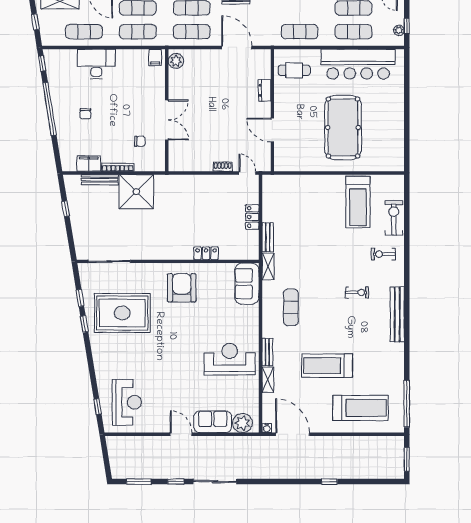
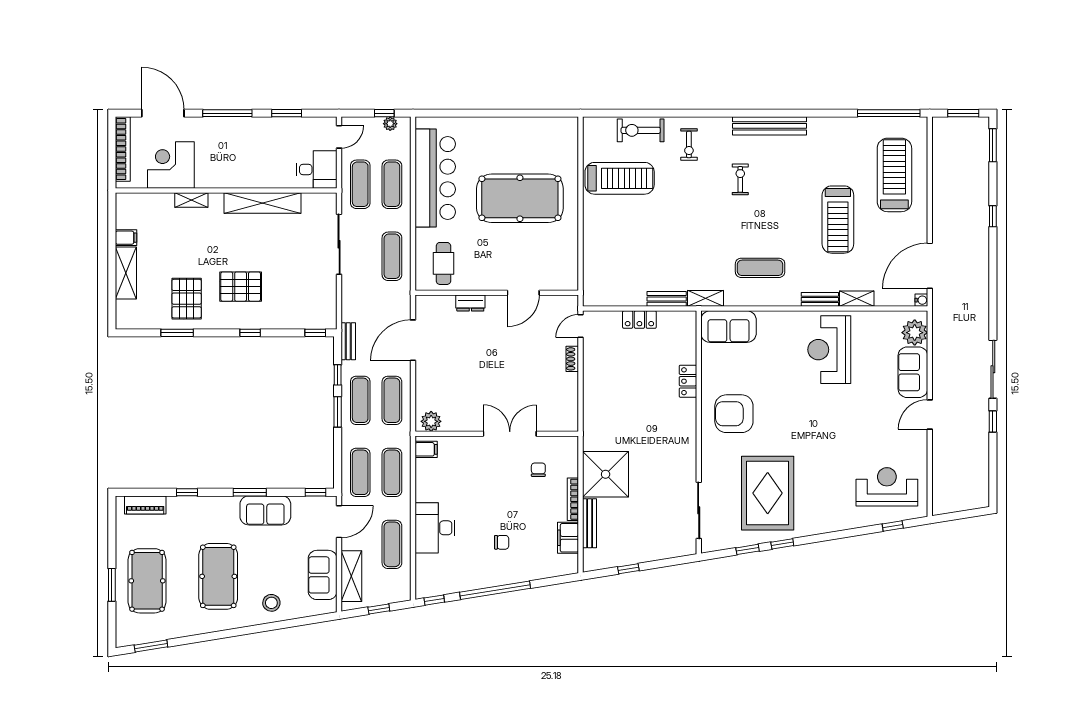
window: (139, 482) -> (993, 145), moved

